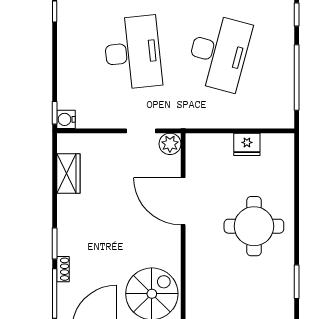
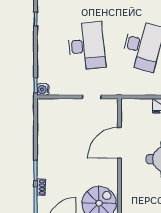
plant: (170, 144) -> (111, 105), removed
wardrobe: (68, 174) -> (45, 125), removed
door: (183, 201) -> (119, 143), hinge flipped

